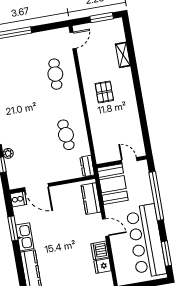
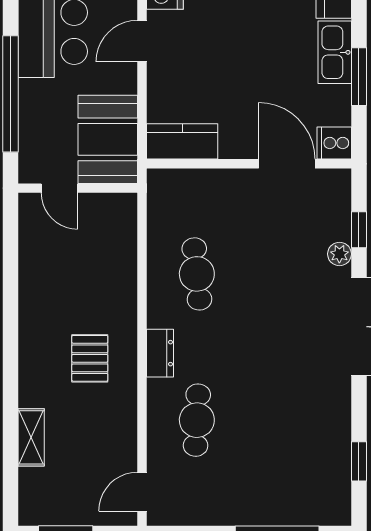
dresser: (87, 166) -> (160, 353), moved
kitchen counter: (91, 199) -> (182, 141), moved, turned -90
door: (106, 227) -> (142, 41), hinge flipped

